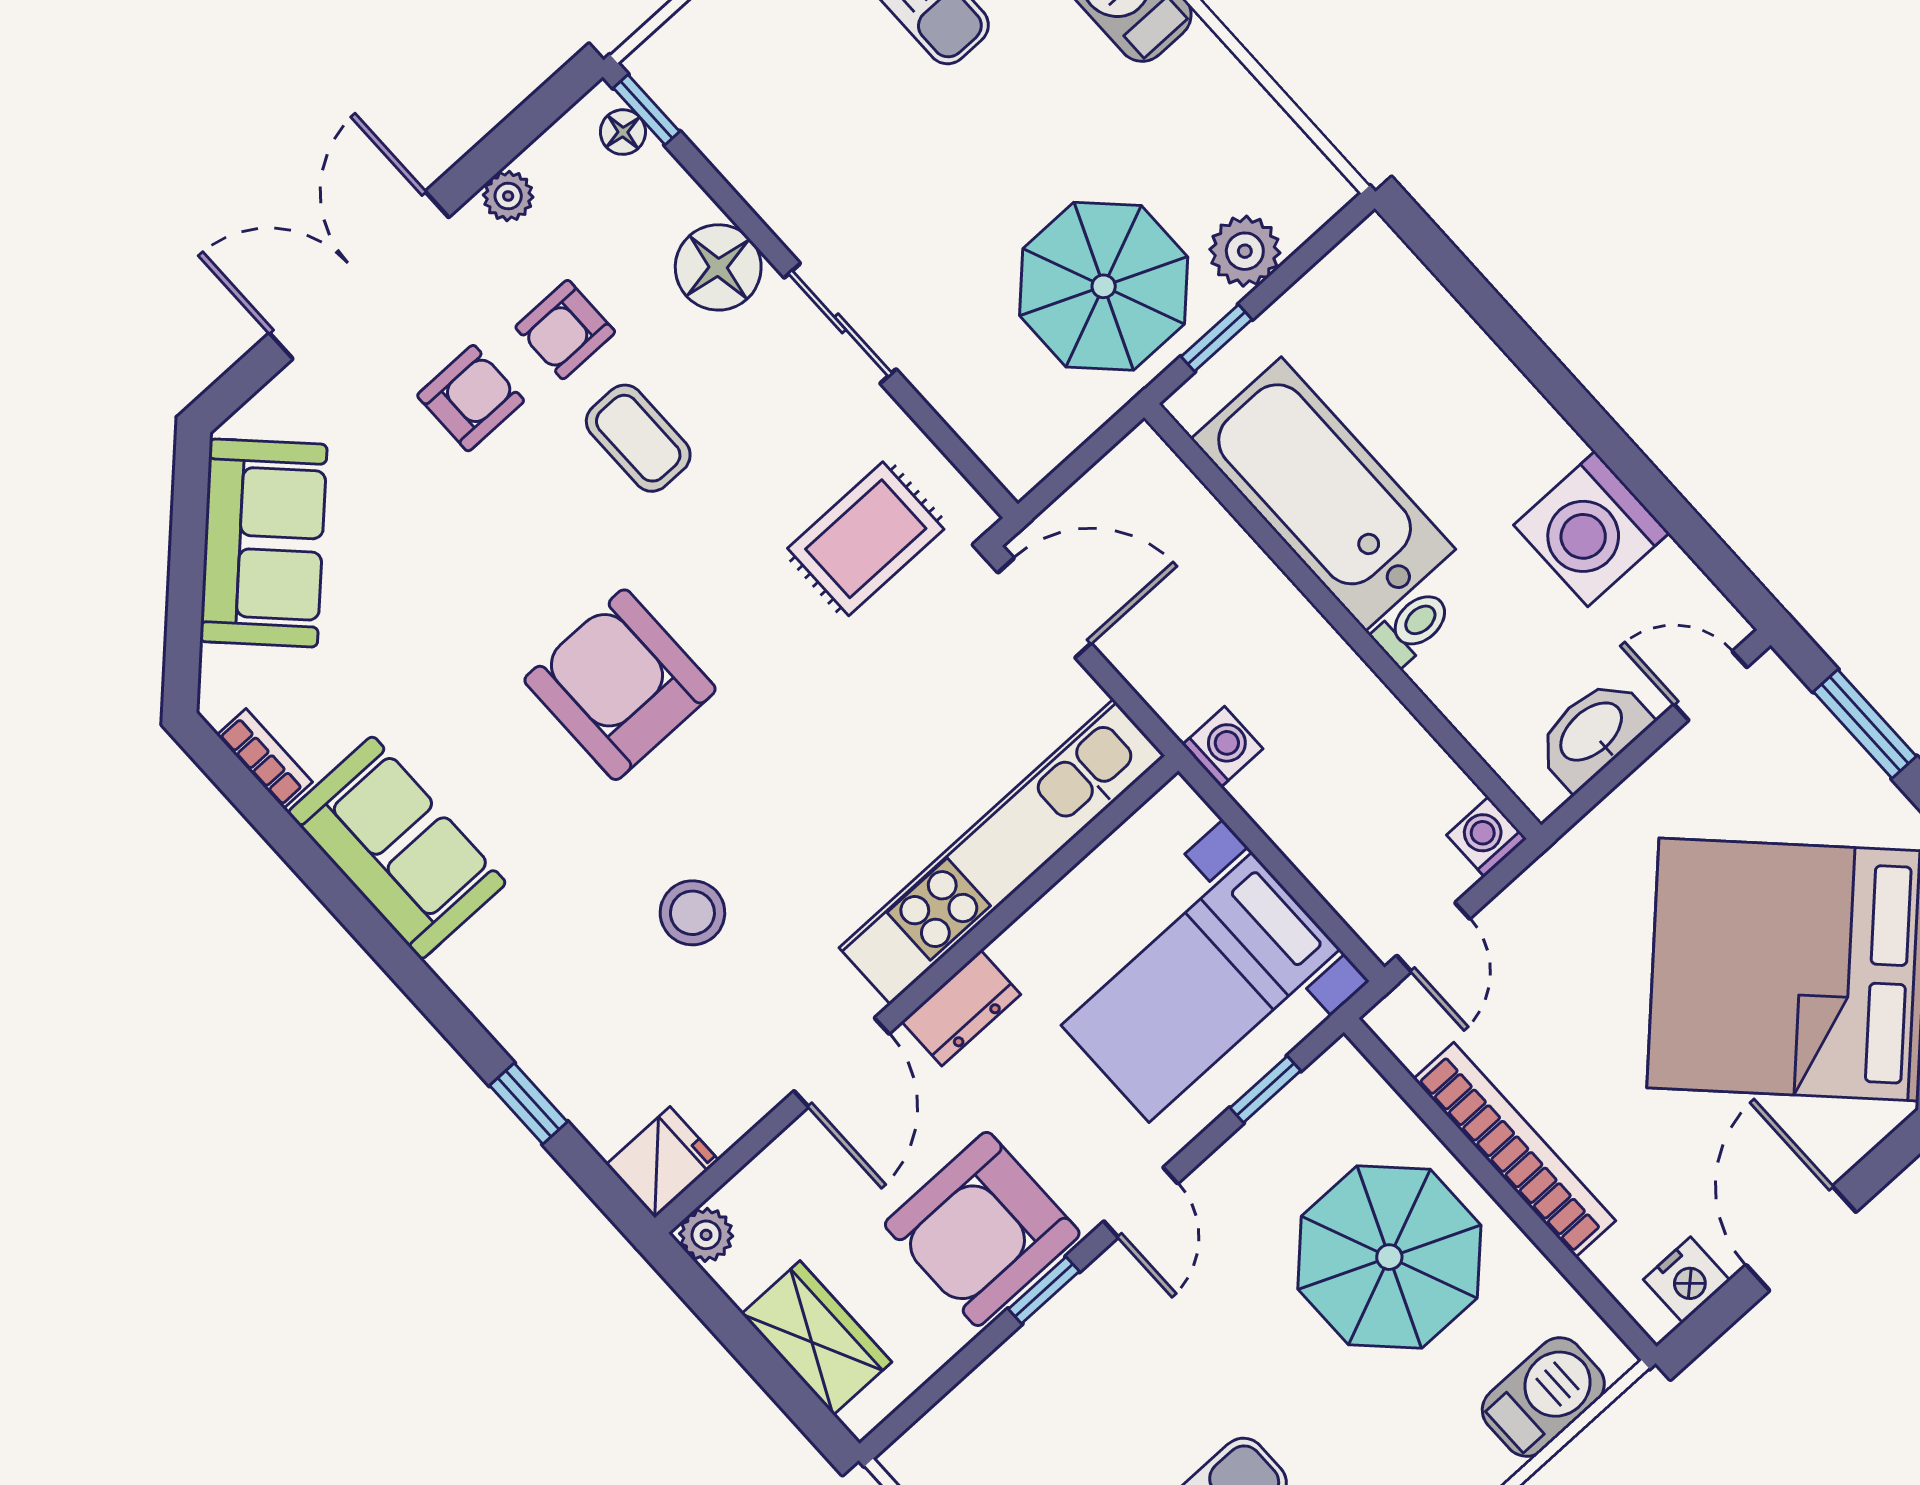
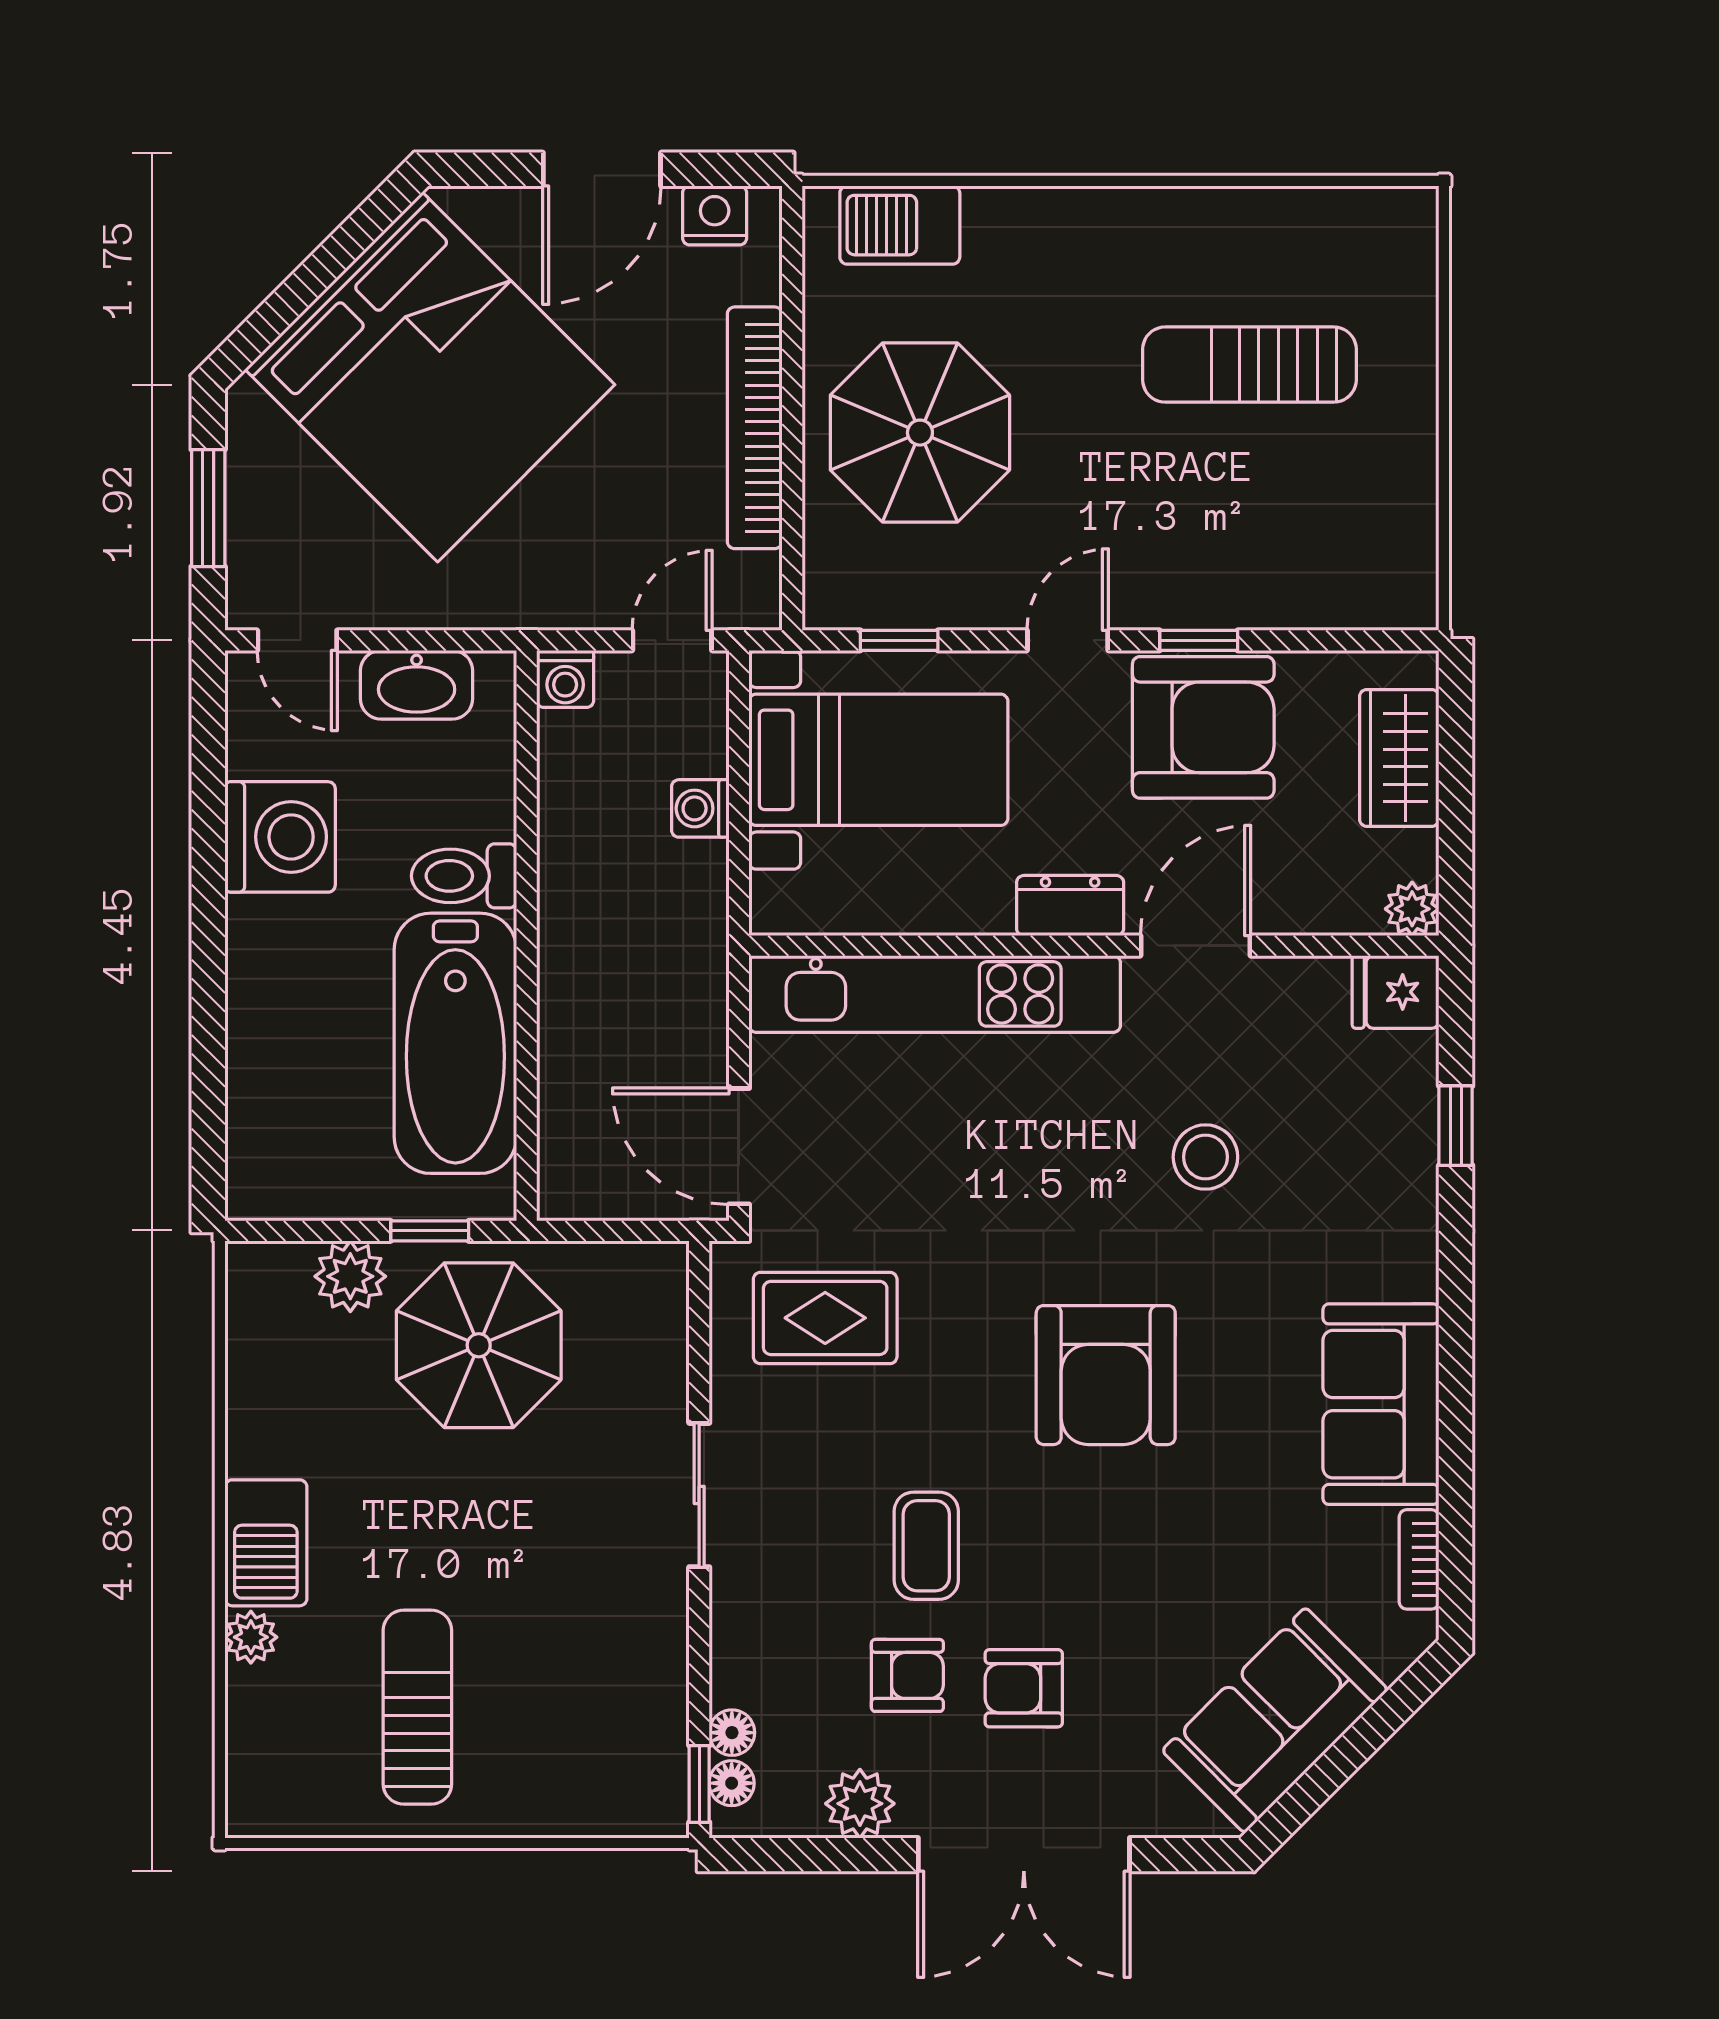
plant: (508, 196) -> (860, 1804), width x1.38, depth x1.38
floor lamp: (718, 267) -> (732, 1733), moved, width x0.53, depth x0.53
toilet: (1412, 627) -> (464, 876), width x1.37, depth x1.39
washing machine: (1223, 747) -> (700, 808), moved

